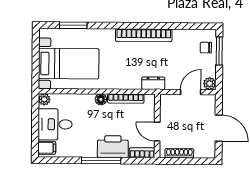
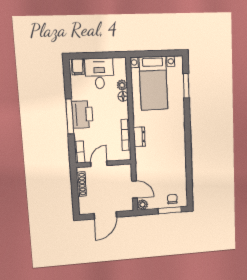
bookcase: (144, 35) -> (180, 147), removed
dresser: (153, 83) -> (139, 137), moved
plant: (44, 99) -> (122, 85), moved
floor lamp: (101, 99) -> (123, 96), moved
printer: (113, 147) -> (82, 114), moved

